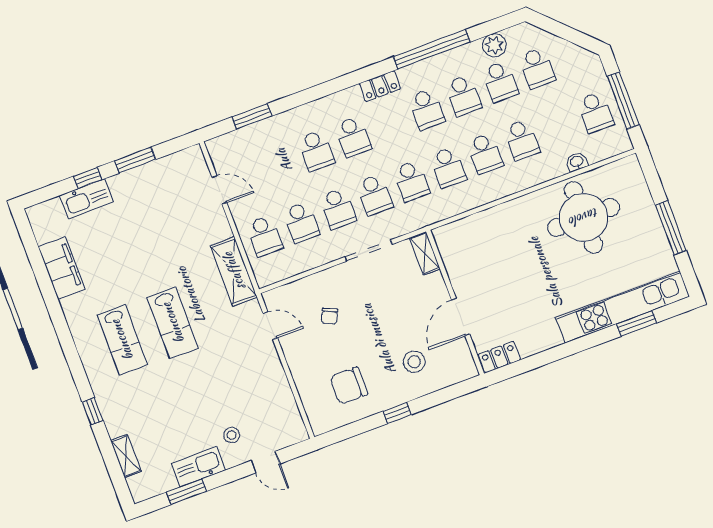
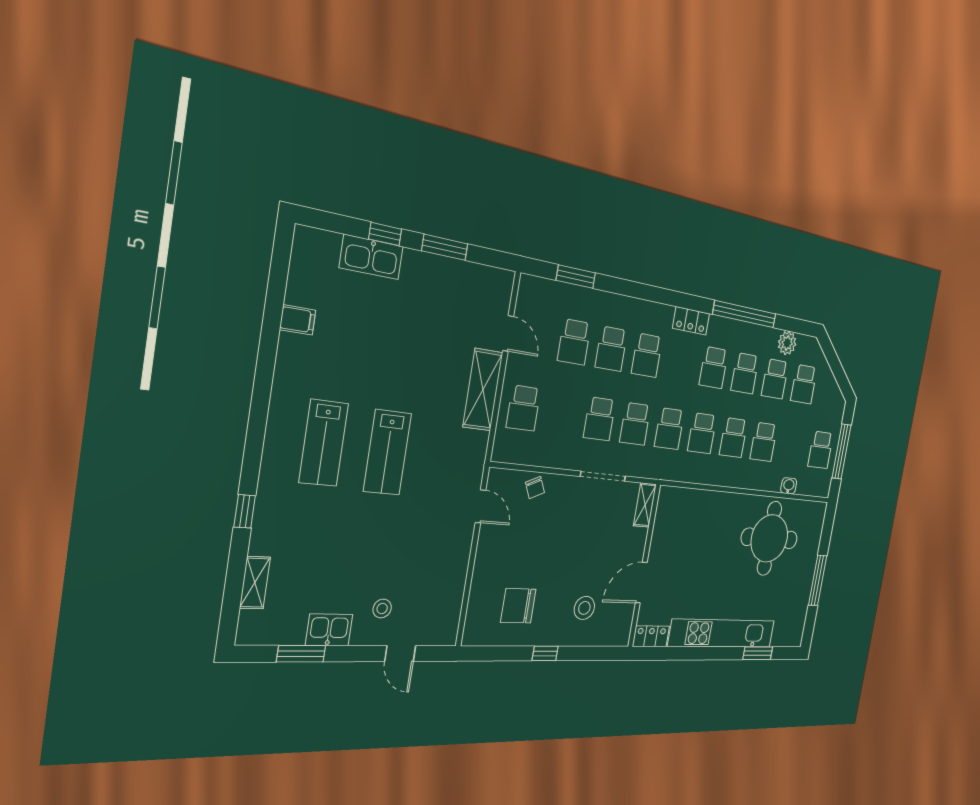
school desk: (301, 222) -> (574, 342), moved
filing cabinet: (62, 268) -> (298, 320), width x0.33, depth x0.86
shelving: (234, 271) -> (483, 390), moved
kitchen unit: (623, 307) -> (722, 633), moved
chair: (330, 316) -> (535, 487), moved, turned -51
kitchen sink: (198, 467) -> (329, 630), width x0.73

